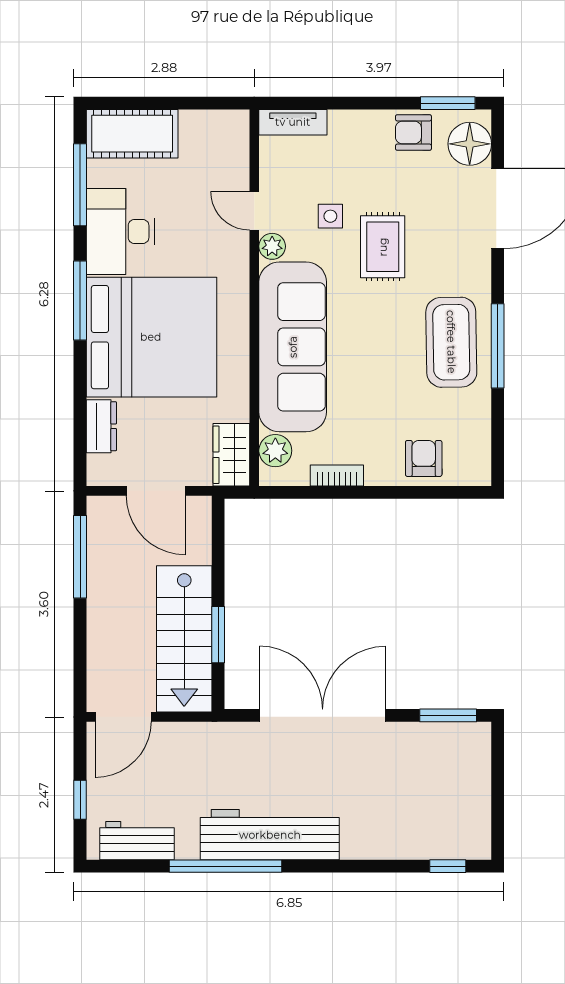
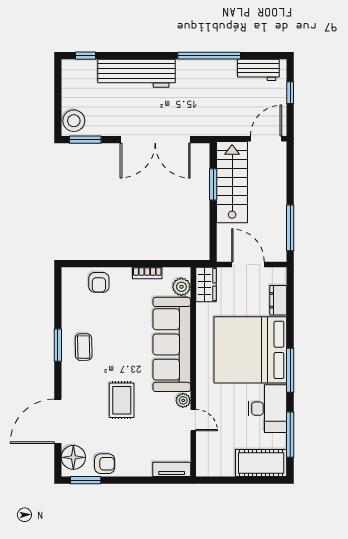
side table: (330, 216) -> (151, 417), removed
coffee table: (451, 342) -> (84, 347), width x0.54, depth x0.58
window: (498, 346) -> (58, 345), width x0.69
stool: (469, 749) -> (74, 121), added
workbench: (270, 835) -> (136, 73), moved

